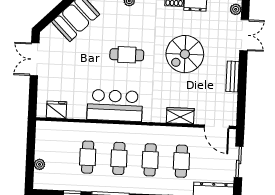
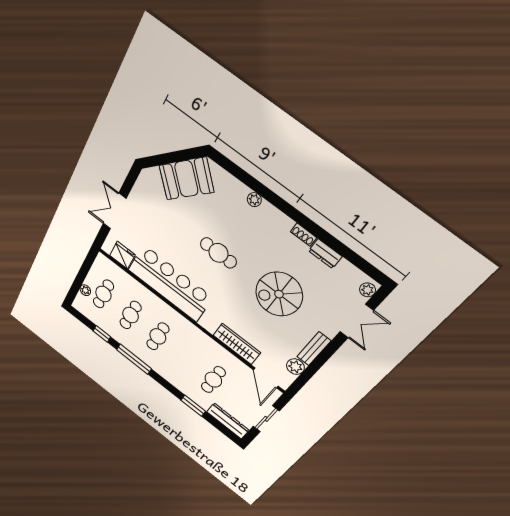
double door: (35, 59) -> (115, 211), moved
plant: (230, 100) -> (295, 367), added
bar counter: (115, 105) -> (170, 283), width x1.36
wardrobe: (180, 116) -> (237, 344), width x1.50
cafe table: (150, 160) -> (103, 294), moved

